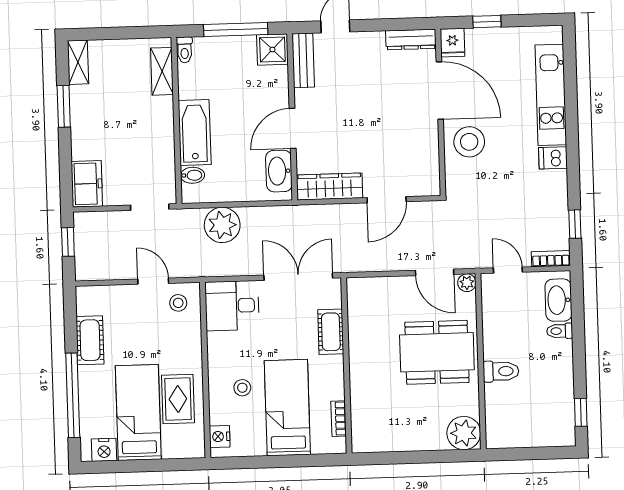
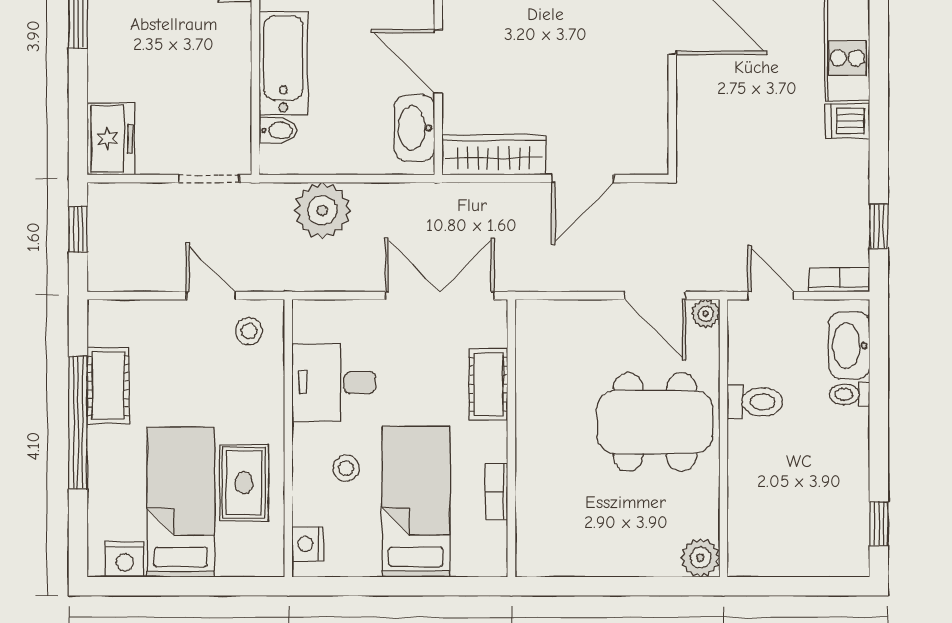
door: (293, 128) -> (438, 61), hinge flipped
stool: (469, 142) -> (716, 91), removed
desk: (232, 306) -> (334, 383), moved
toilet: (501, 371) -> (755, 402), moved
window: (73, 395) -> (78, 423), moved
bookcase: (339, 419) -> (496, 491), moved
plant: (464, 433) -> (700, 558), width x0.73, depth x0.73

